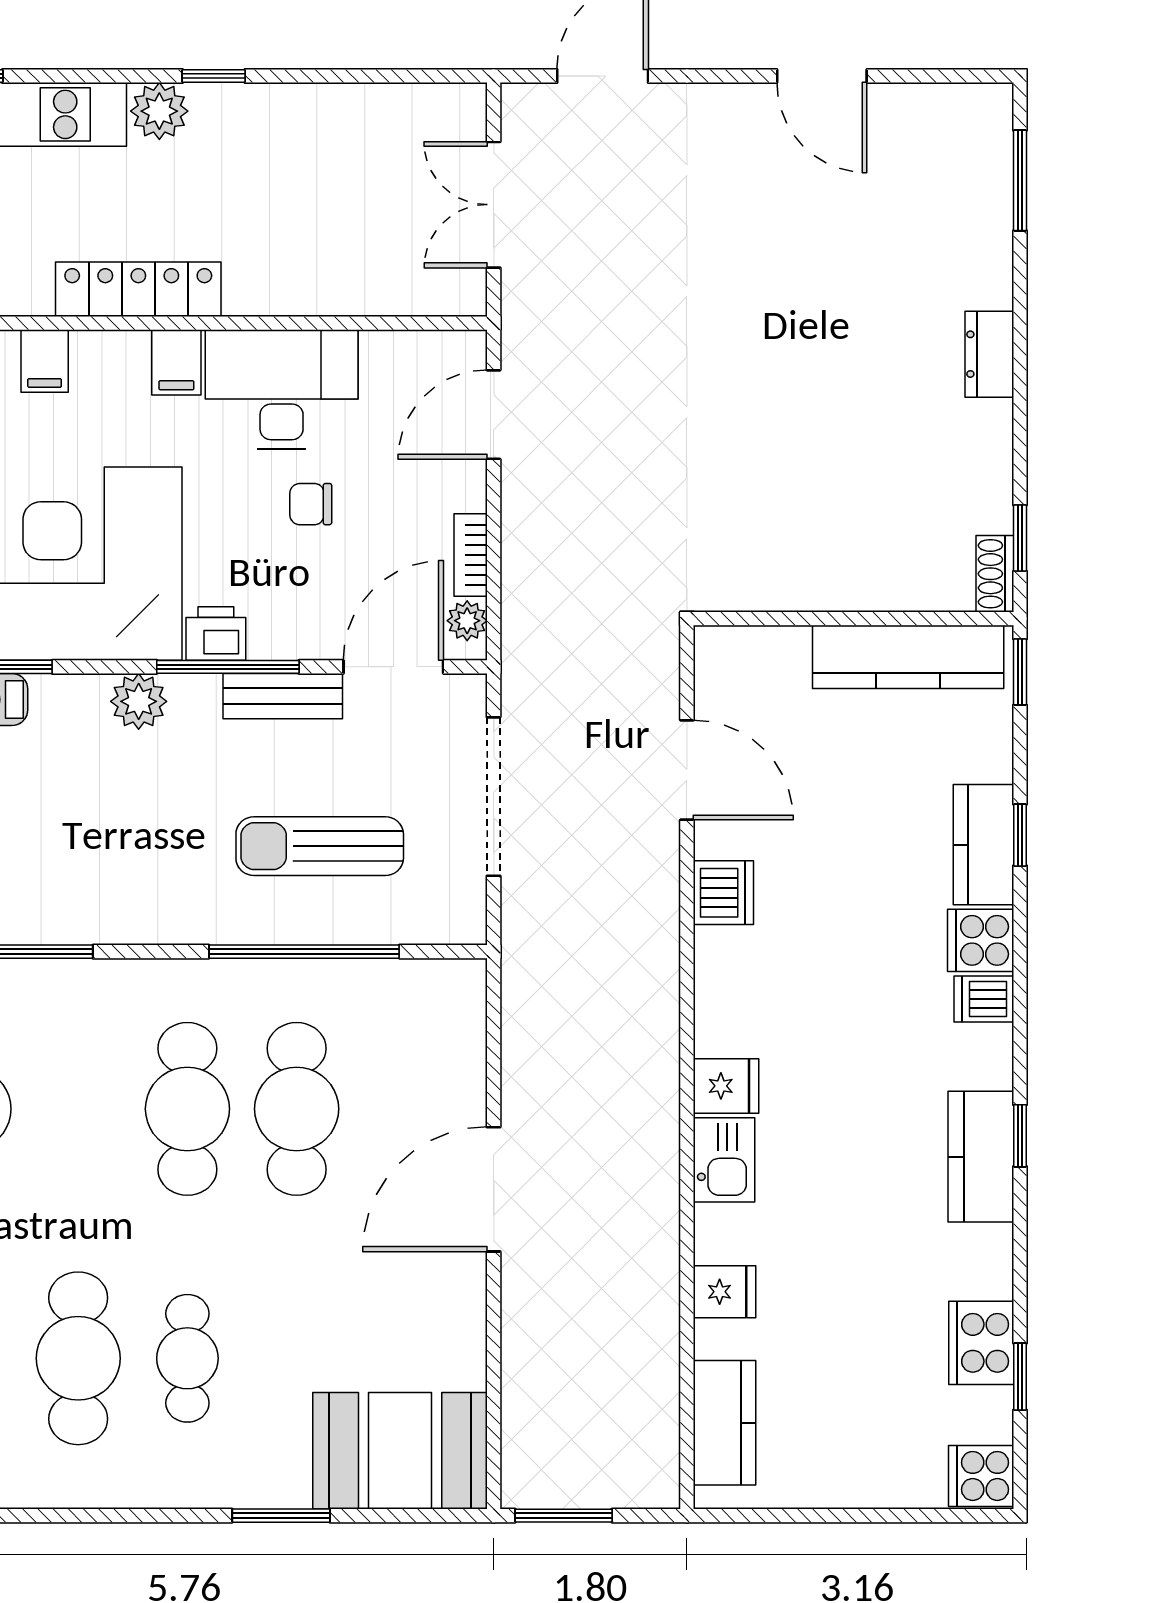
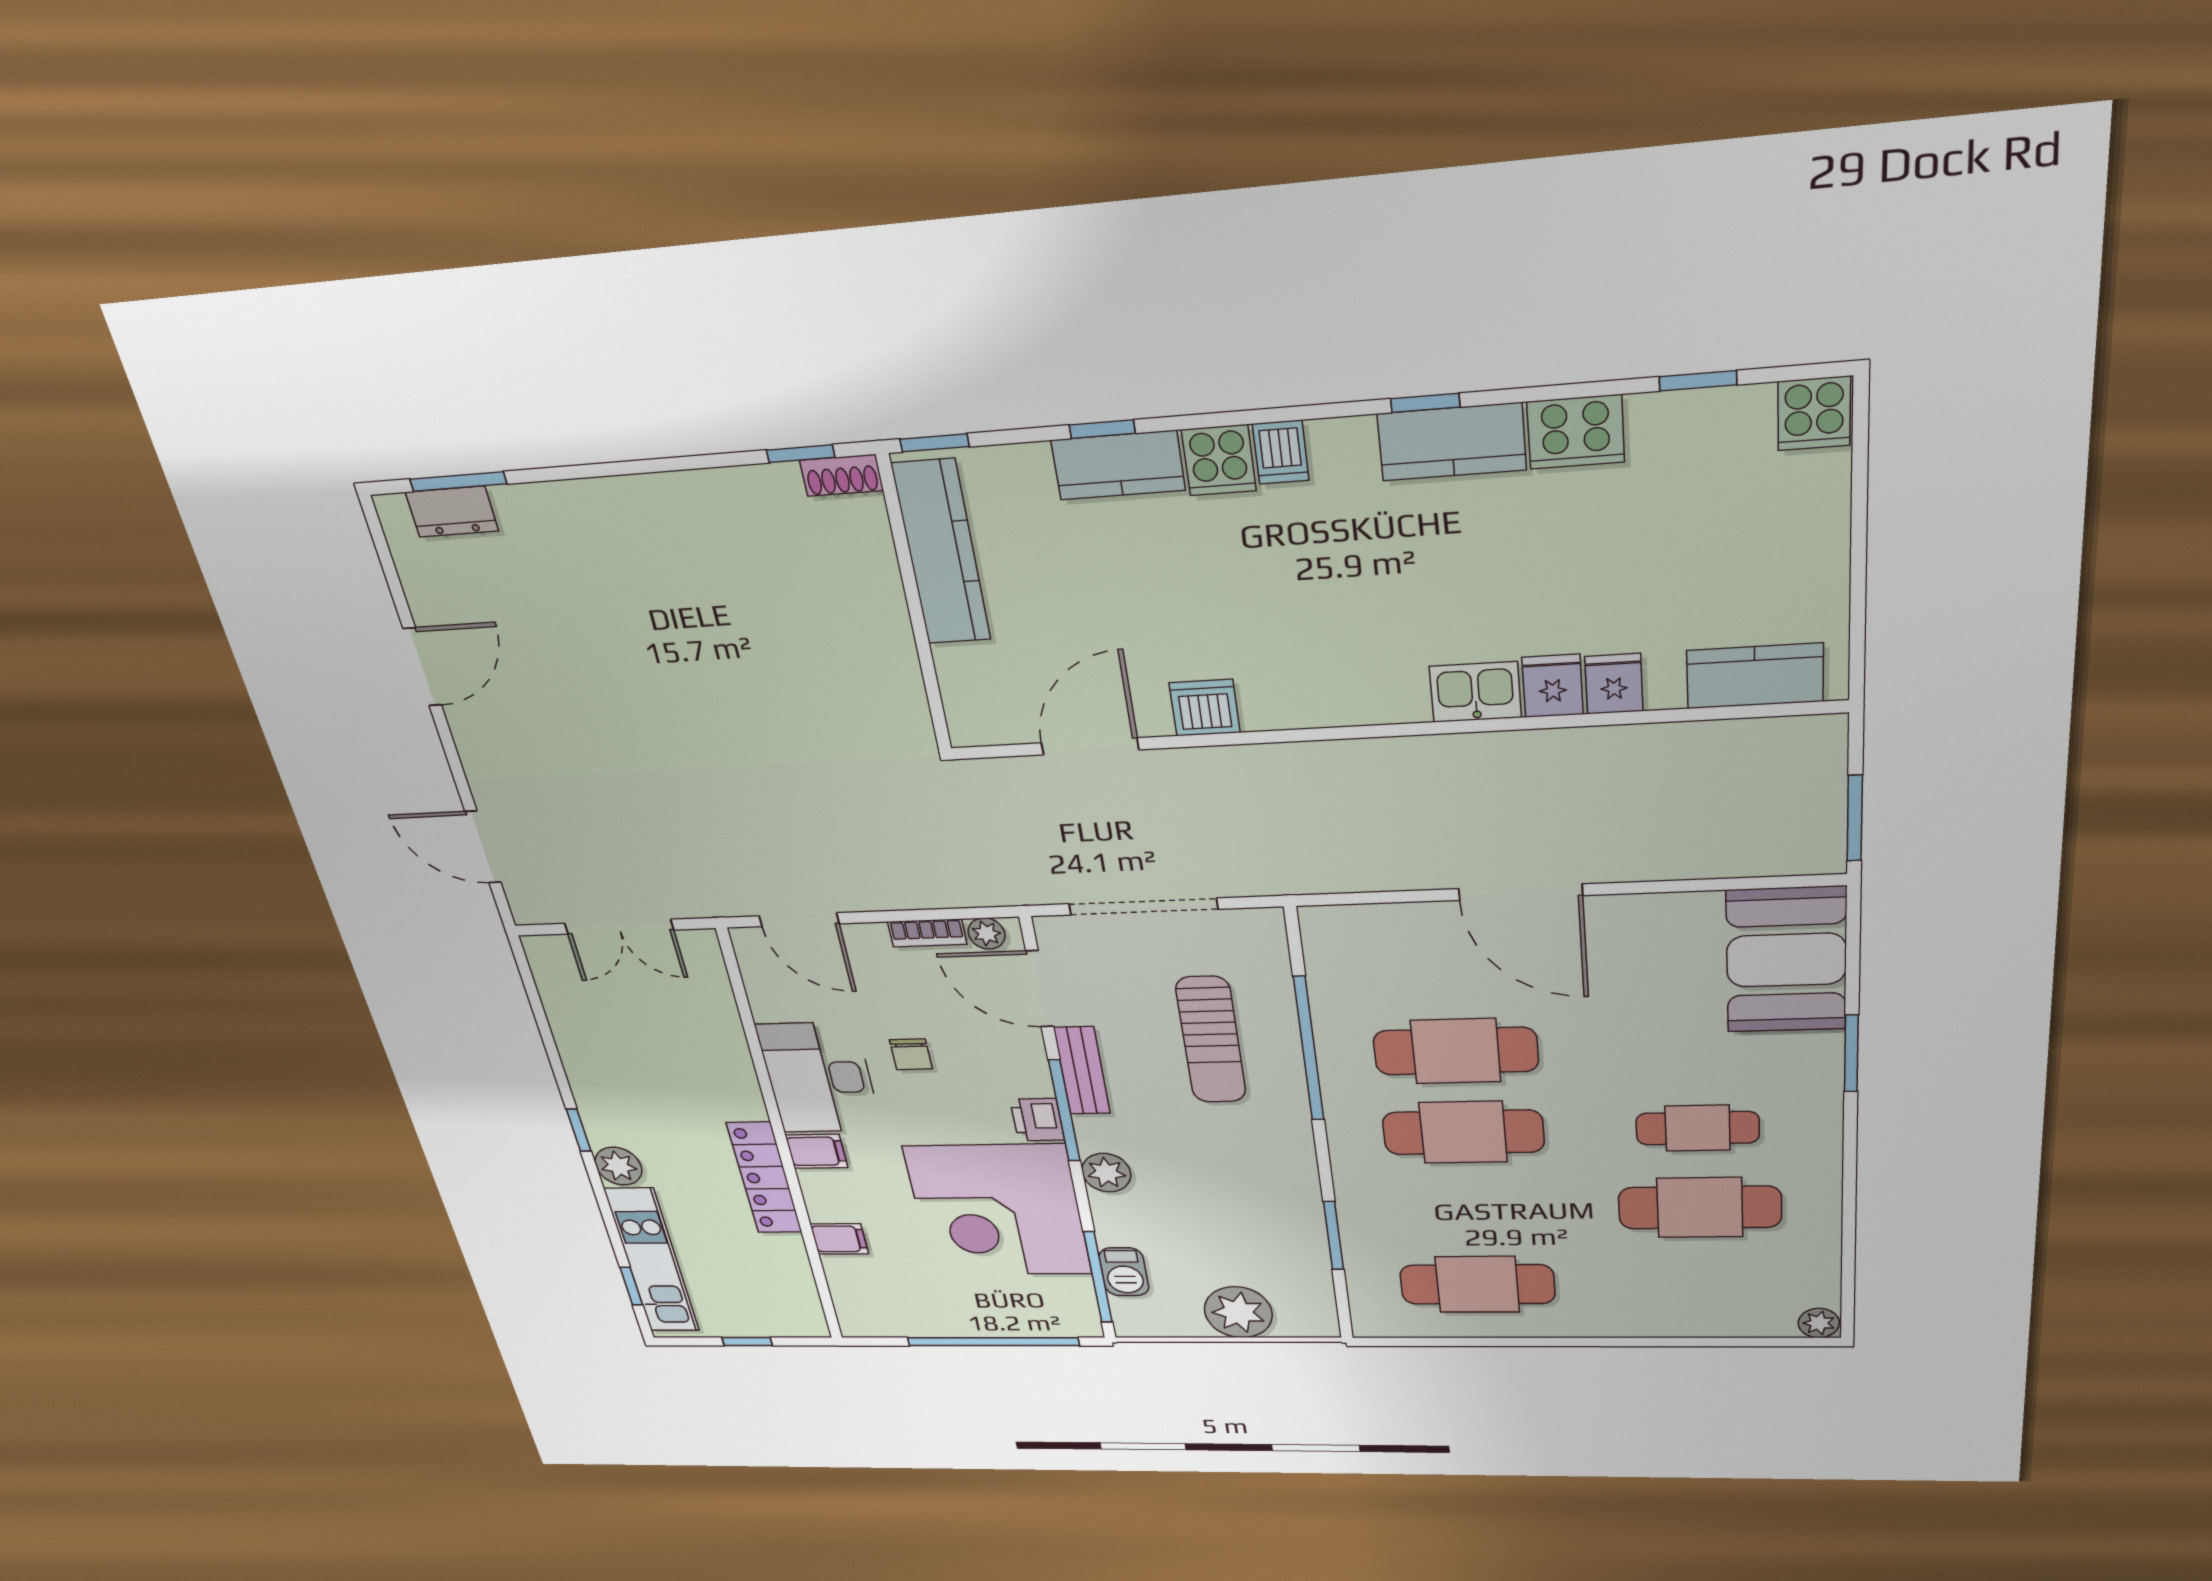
dresser: (989, 354) -> (452, 512), moved
fridge: (726, 1086) -> (1553, 686), moved
cooker: (981, 1343) -> (1576, 432), moved

